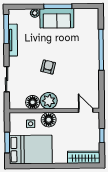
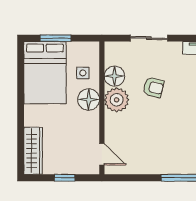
armchair: (48, 67) -> (153, 87), moved
door: (86, 110) -> (102, 154), hinge flipped

